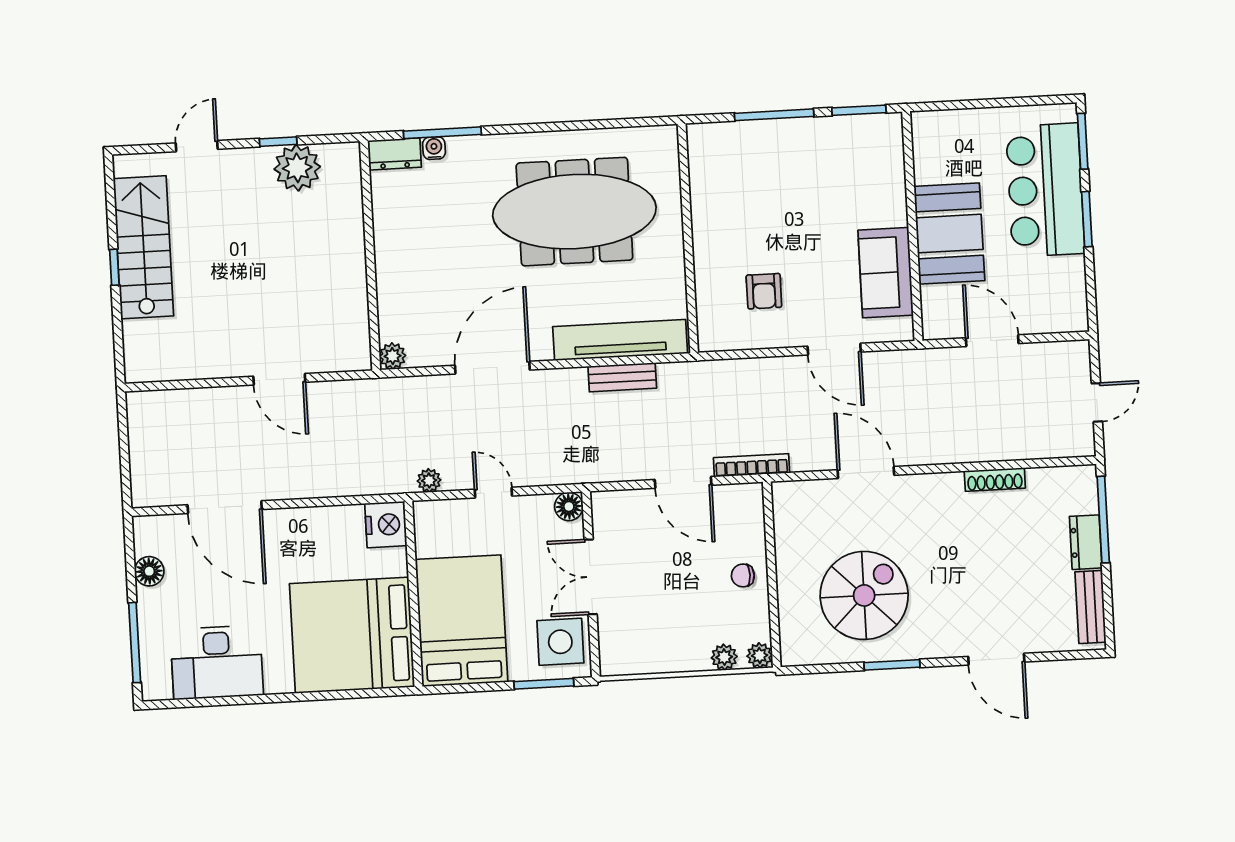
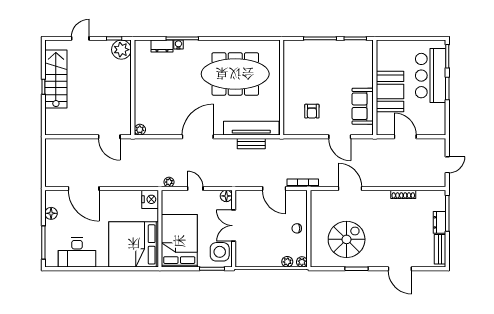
wall: (370, 256) -> (133, 88), moved
plant: (393, 356) -> (140, 130), moved

